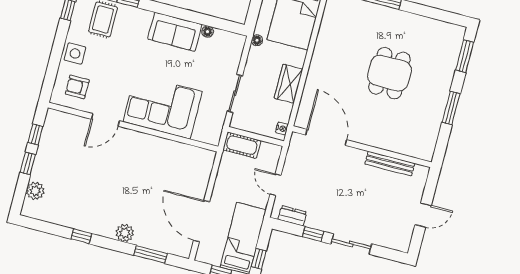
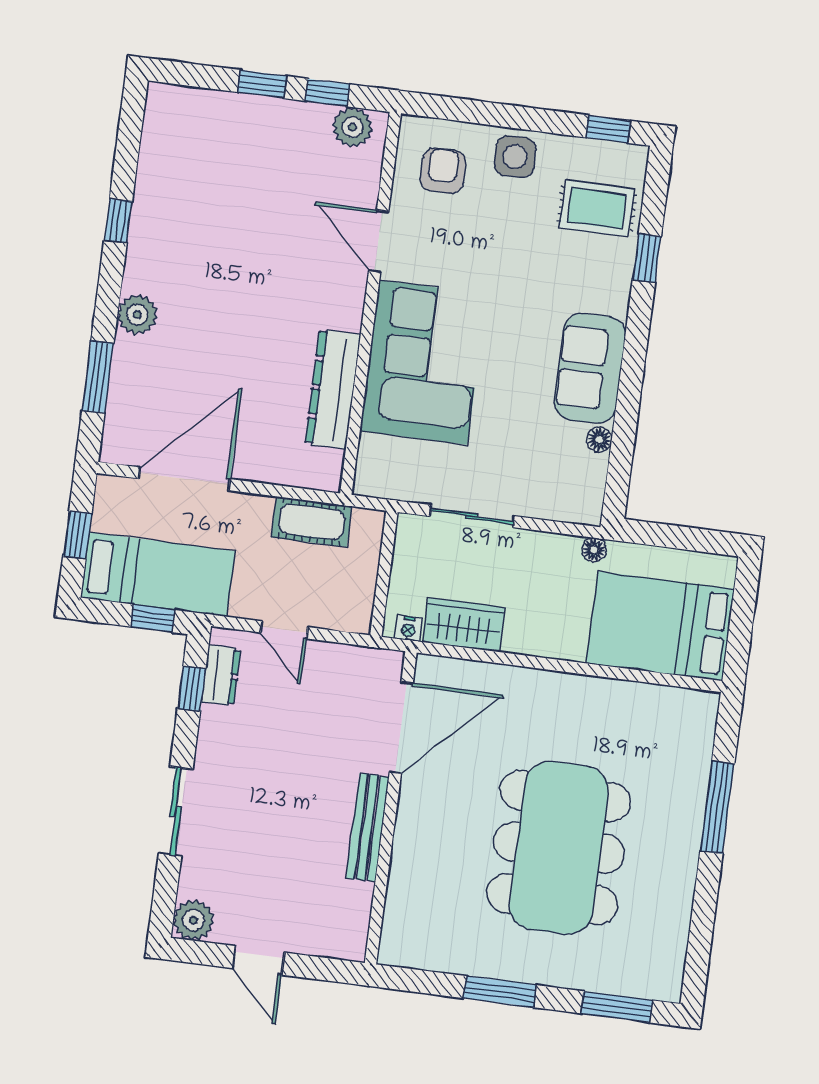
dining table: (389, 73) -> (559, 848), width x1.88, depth x1.24
wardrobe: (288, 84) -> (464, 625), moved
cot: (242, 145) -> (312, 522), moved, turned 90
dresser: (170, 149) -> (333, 389), added
bench: (390, 164) -> (368, 828), moved
door: (275, 185) -> (284, 630), swing flipped
plant: (35, 191) -> (353, 127), moved
window: (313, 234) -> (192, 688), moved
plant: (401, 242) -> (193, 920), added
window: (259, 259) -> (153, 618), moved

